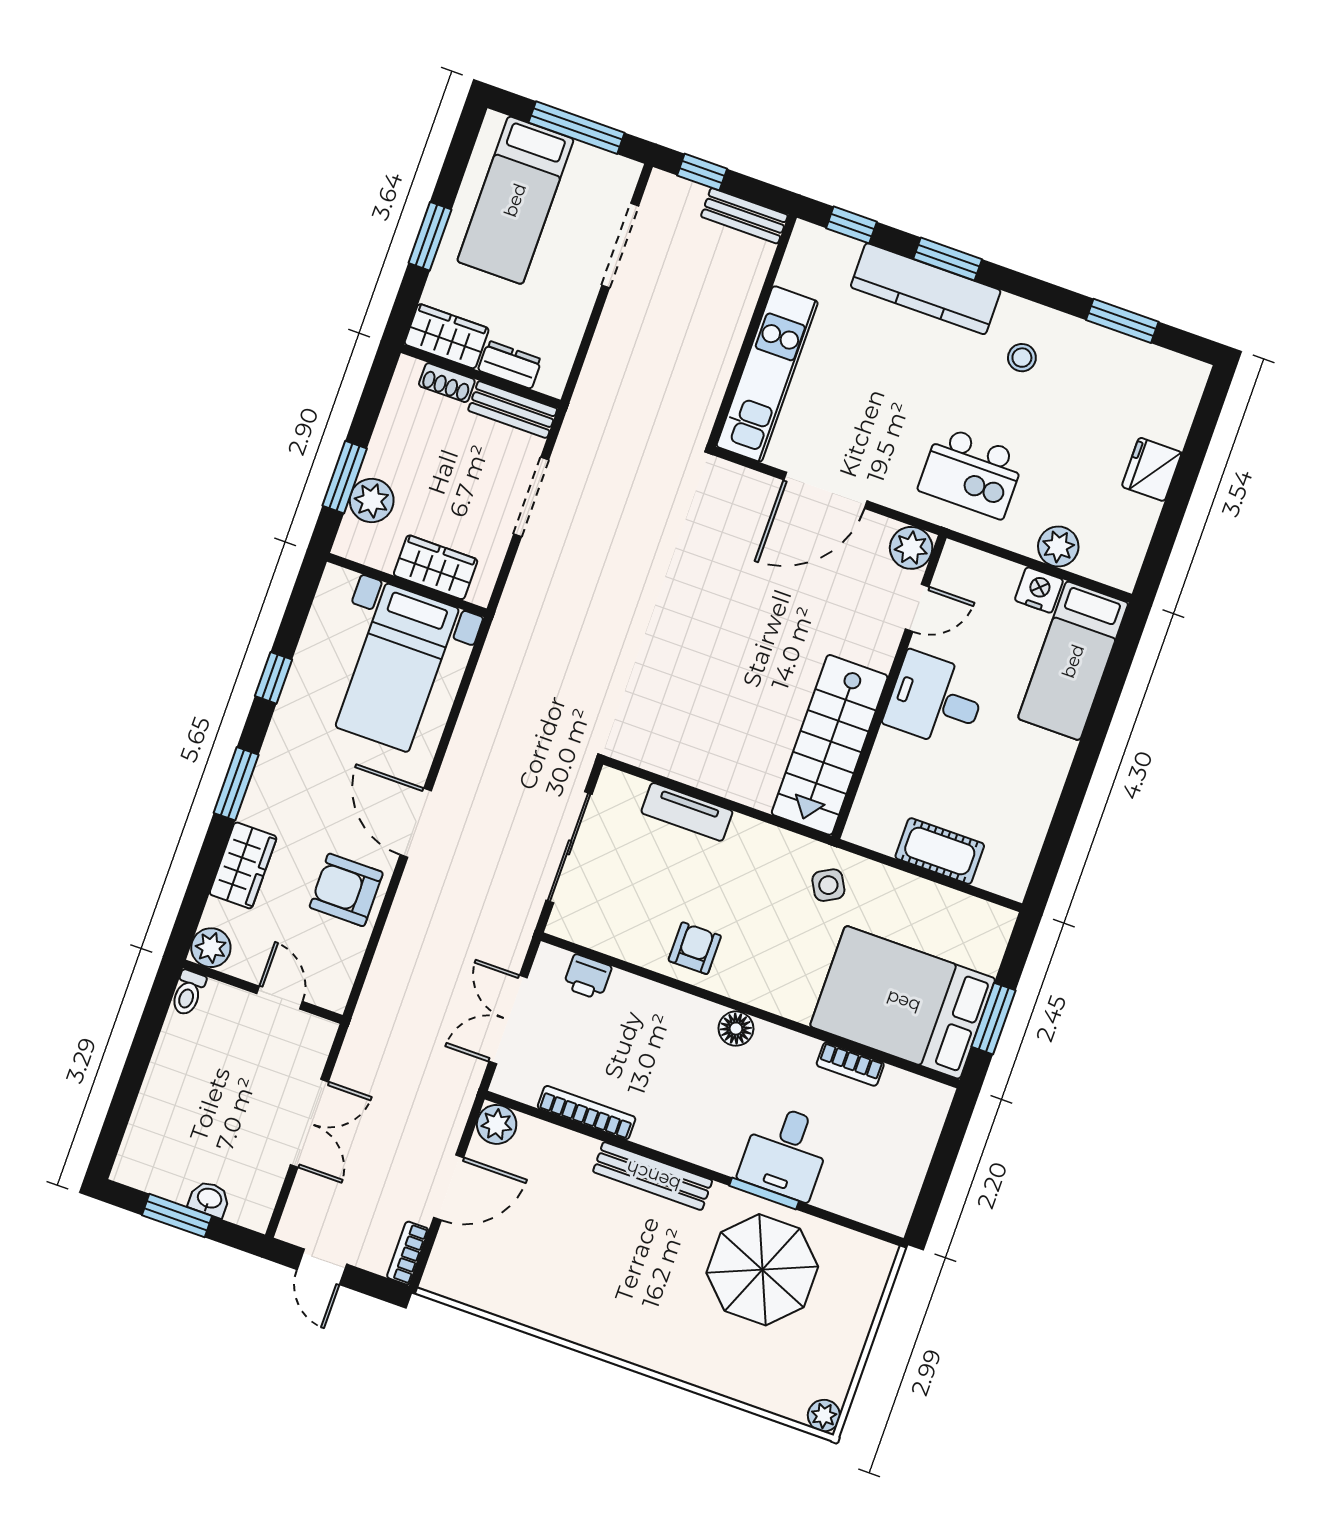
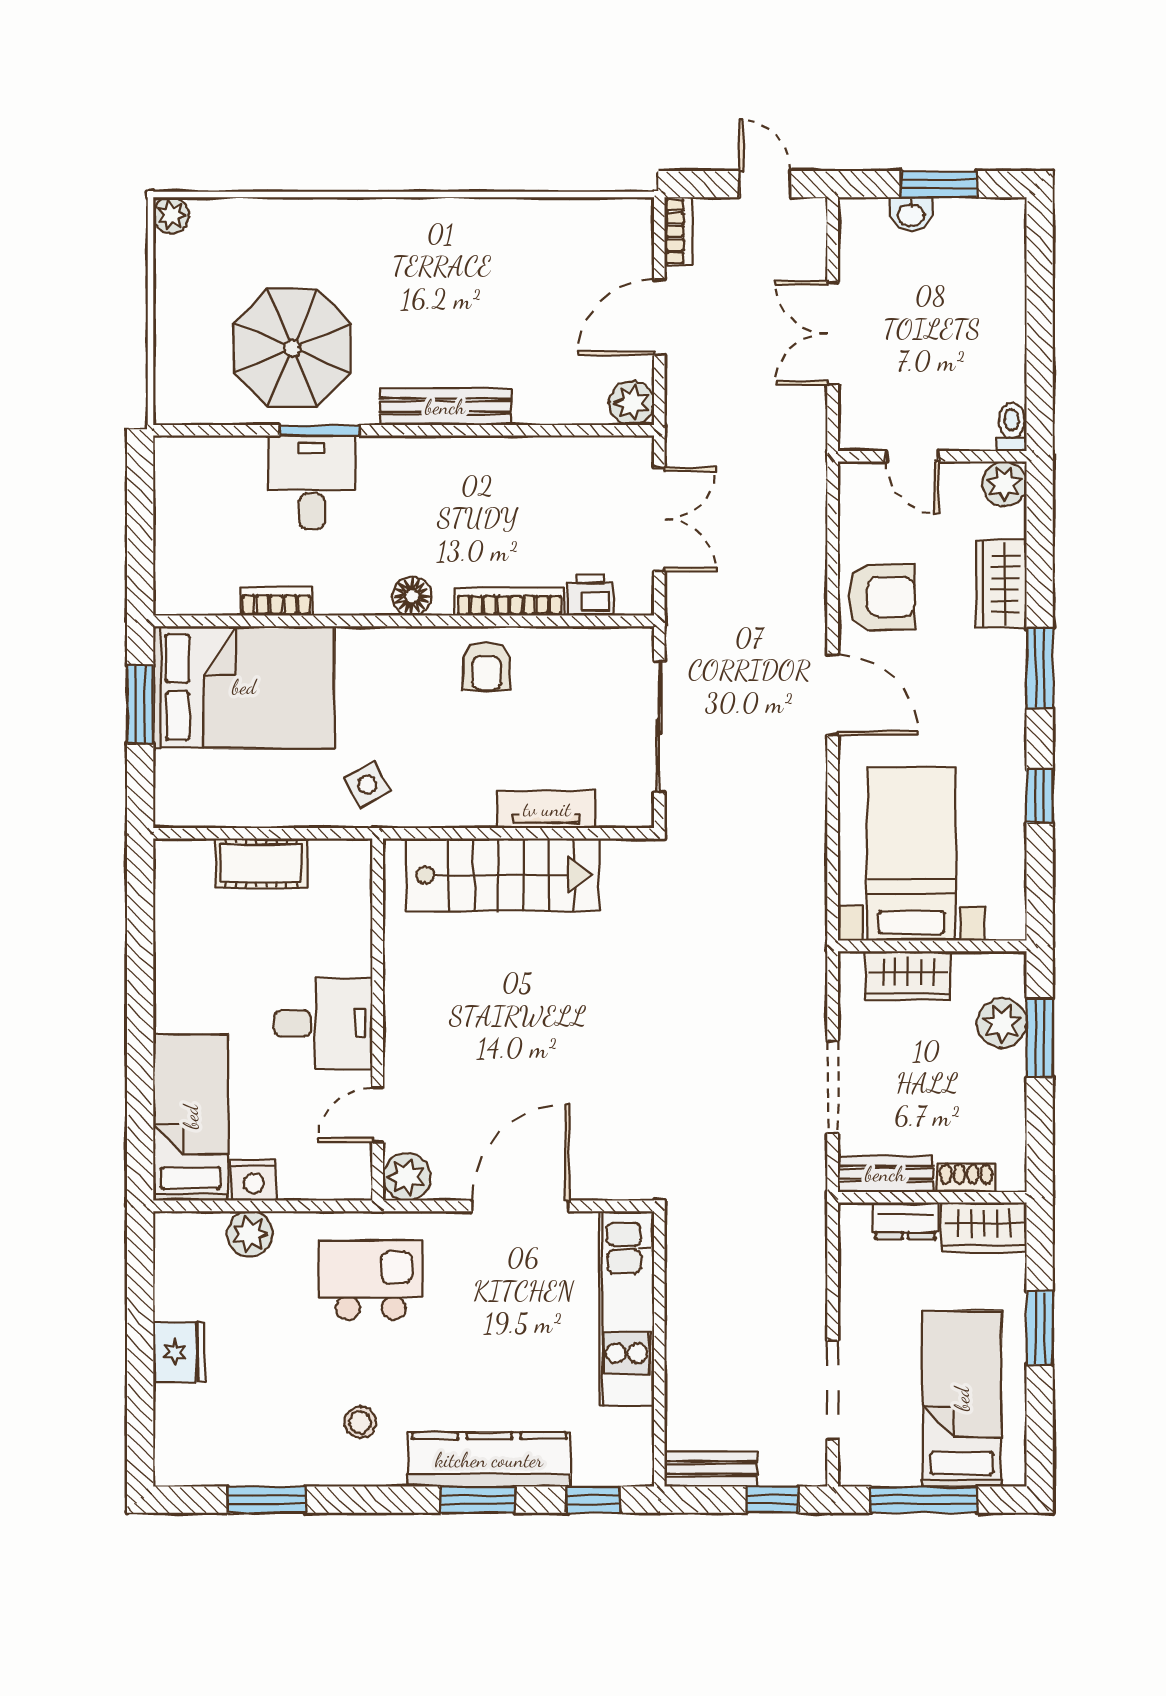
stairs: (830, 745) -> (503, 875), moved, turned 90
bookcase: (587, 1113) -> (509, 602), moved, turned 180

